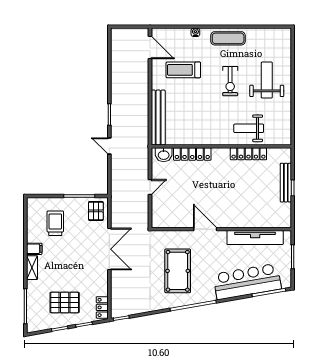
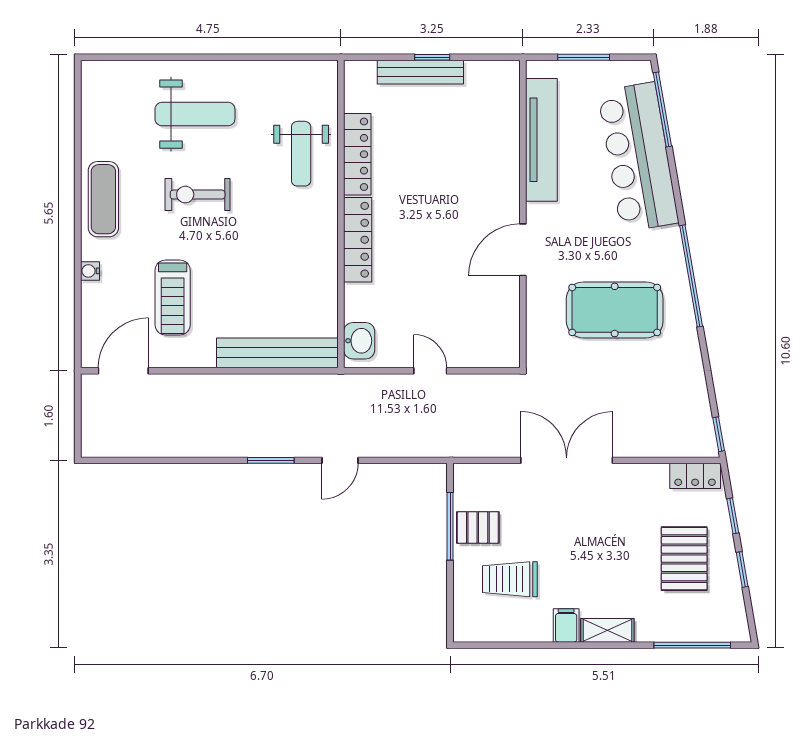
weight bench: (267, 80) -> (195, 114), turned 180
exercise bike: (230, 81) -> (198, 195), turned 180
locker: (192, 154) -> (358, 240), moved
pallet: (96, 211) -> (478, 527), moved

